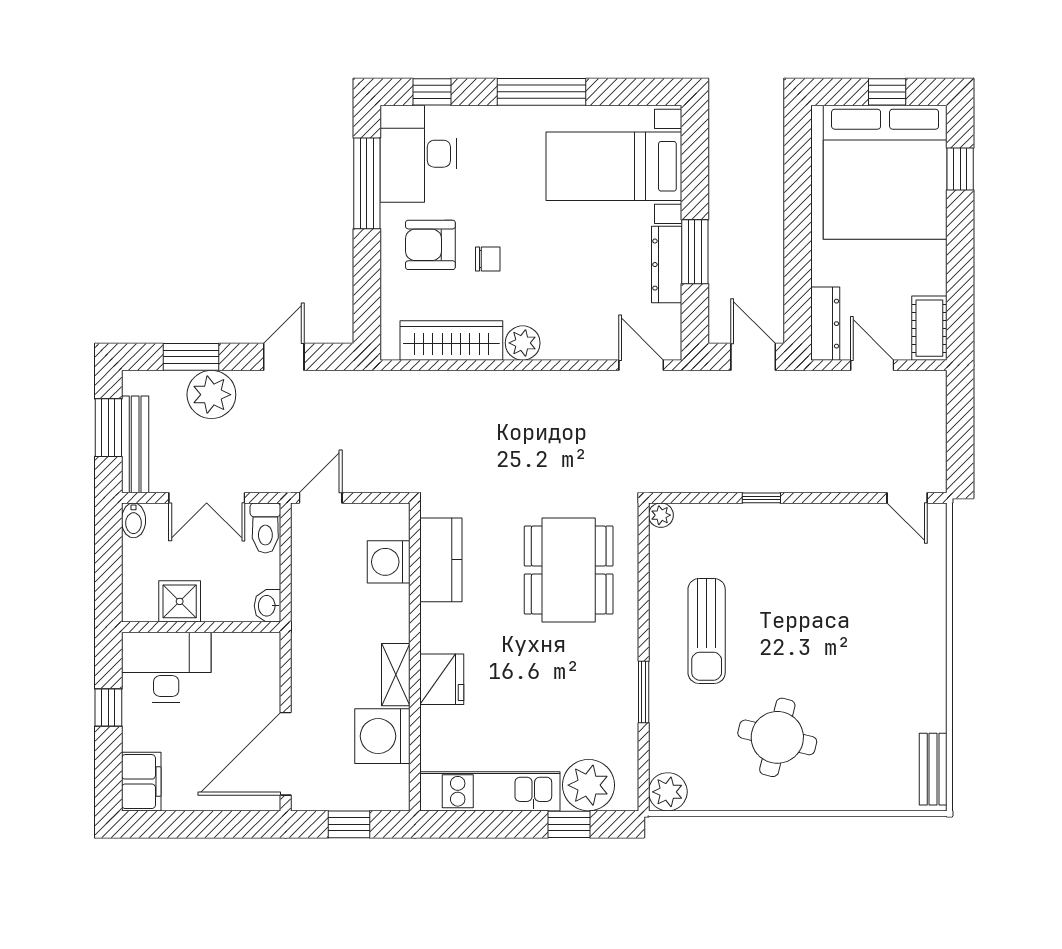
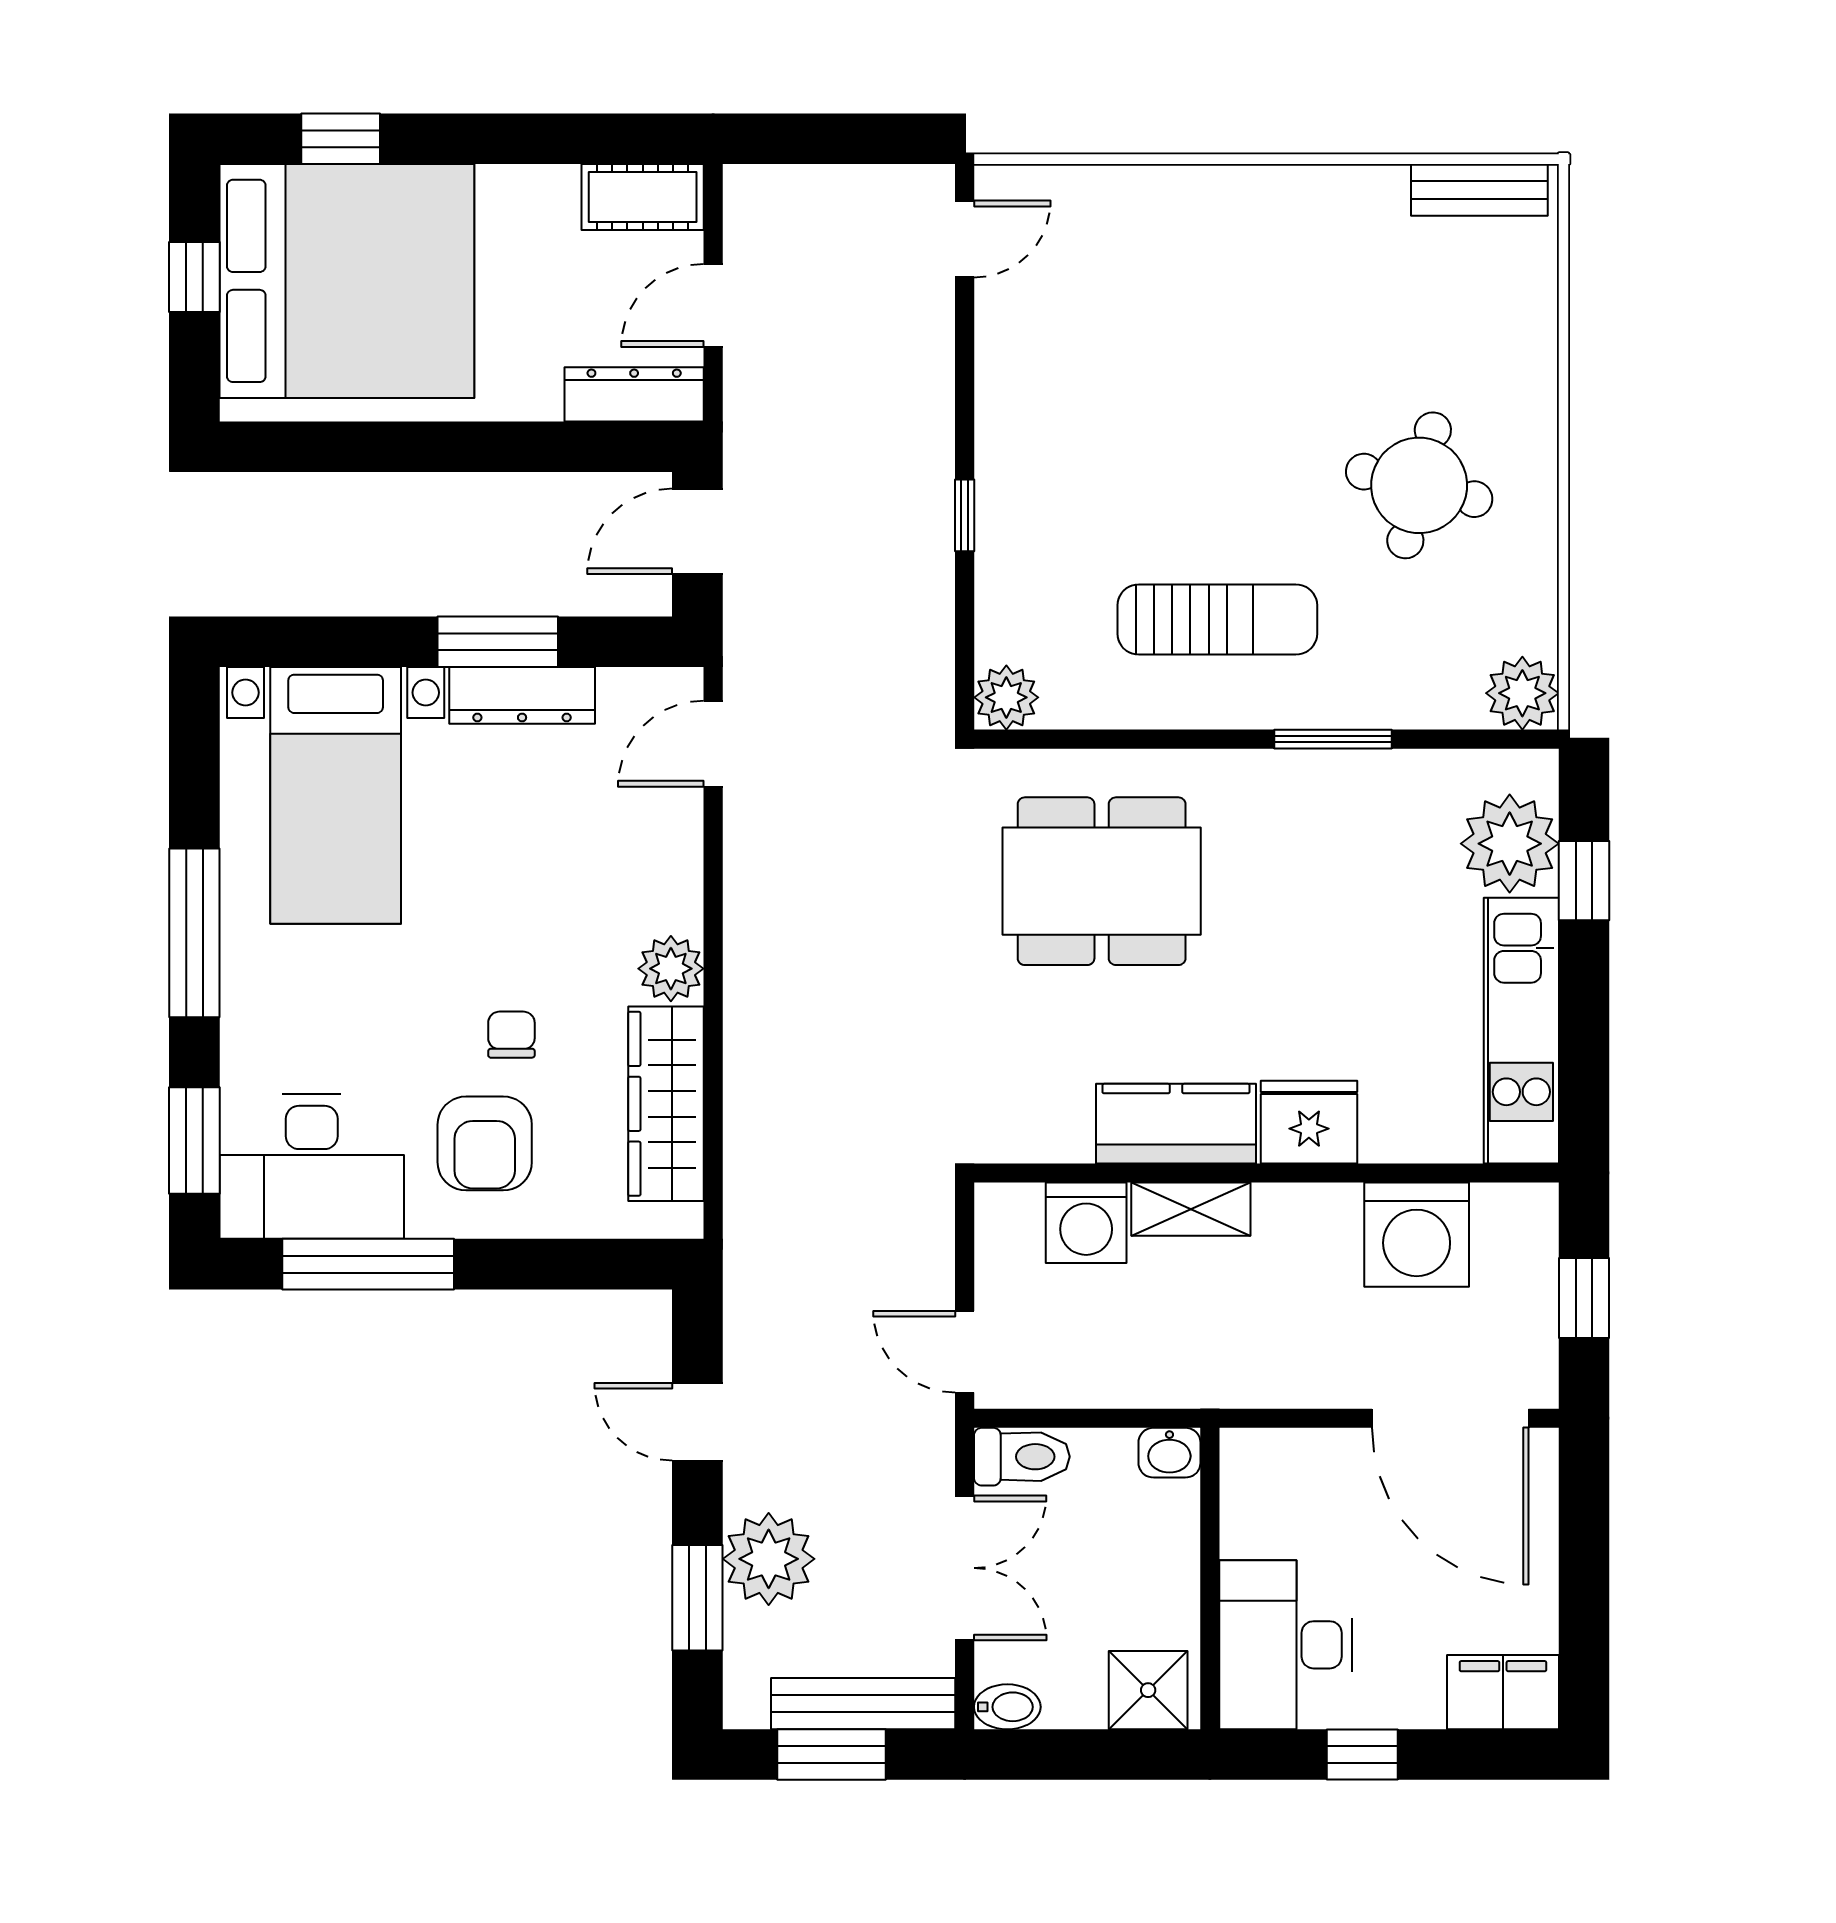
window: (432, 92) -> (194, 1140), width x1.50
plant: (661, 515) -> (1006, 697), width x1.38, depth x1.38
kitchen counter: (441, 560) -> (1176, 1124), moved
shower: (180, 601) -> (1148, 1690), moved
shelving: (396, 675) -> (1191, 1209), moved

